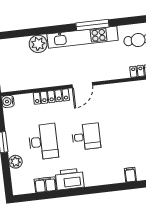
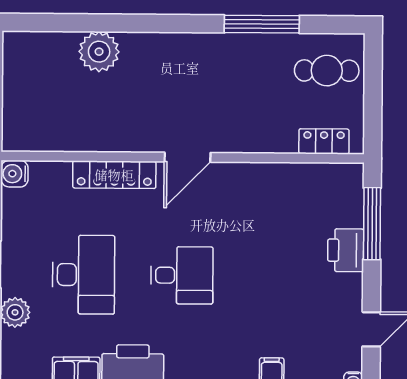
window: (92, 25) -> (262, 24), moved
kitchen unit: (83, 37) -> (202, 49), removed

